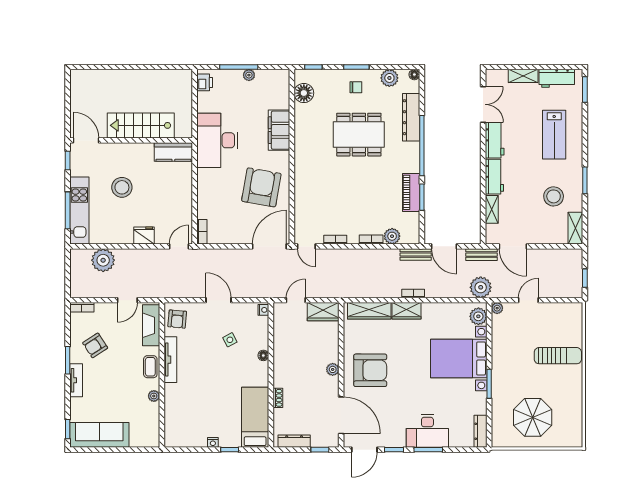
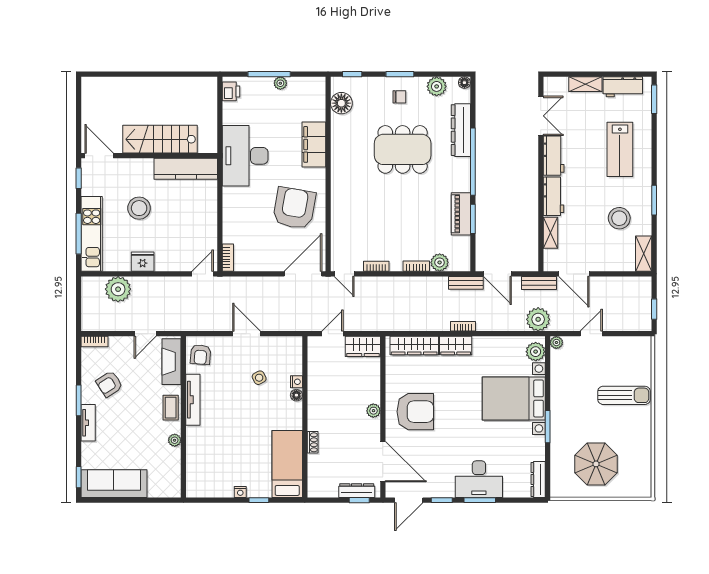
kitchen counter: (173, 152) -> (186, 169), width x1.50
fridge: (144, 235) -> (143, 262), moved
nightstand: (263, 310) -> (296, 382), moved
dresser: (294, 441) -> (357, 491), moved

